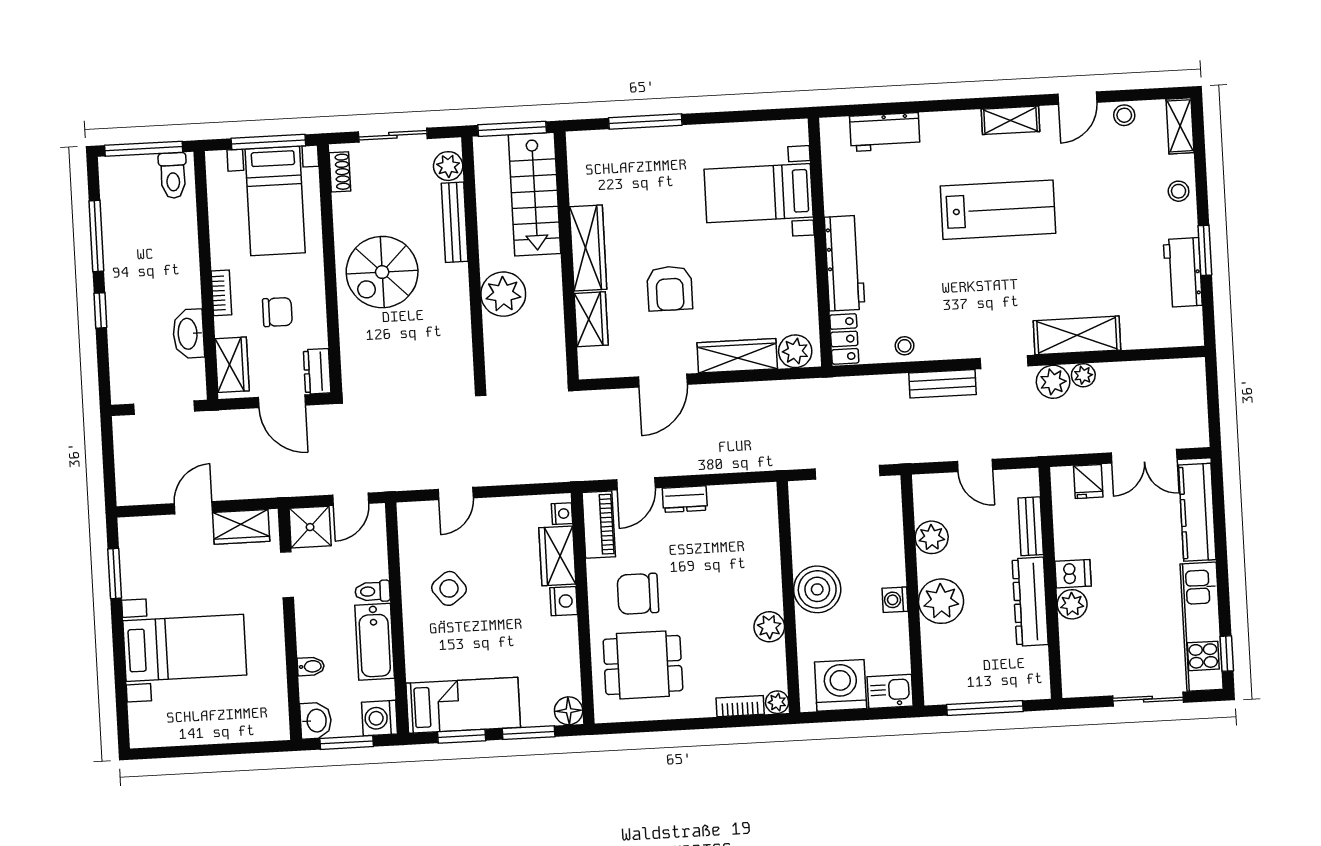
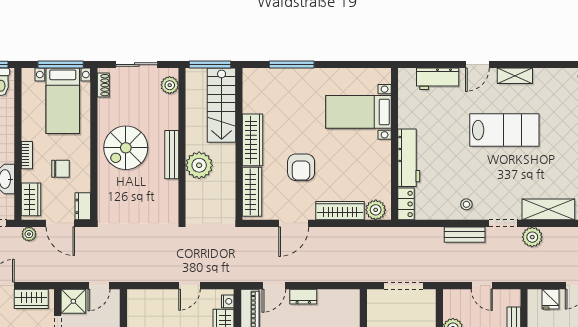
door: (1077, 98) -> (477, 65), moved
bench: (455, 222) -> (172, 155), moved
wardrobe: (591, 319) -> (252, 192), width x1.50
stool: (905, 346) -> (466, 204), moved
plant: (1083, 375) -> (29, 234), moved
door: (456, 494) -> (189, 286), moved

